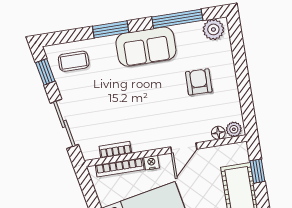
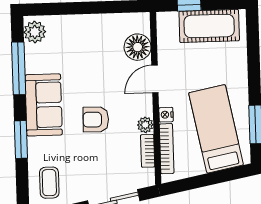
armchair: (199, 82) -> (96, 120), moved
plant: (234, 129) -> (145, 125), moved
floor lamp: (218, 133) -> (138, 47), width x1.89, depth x1.89
door: (184, 148) -> (155, 79), swing flipped

